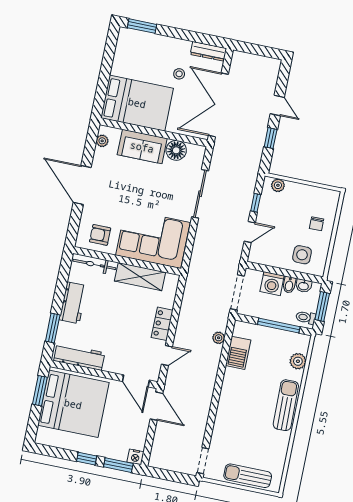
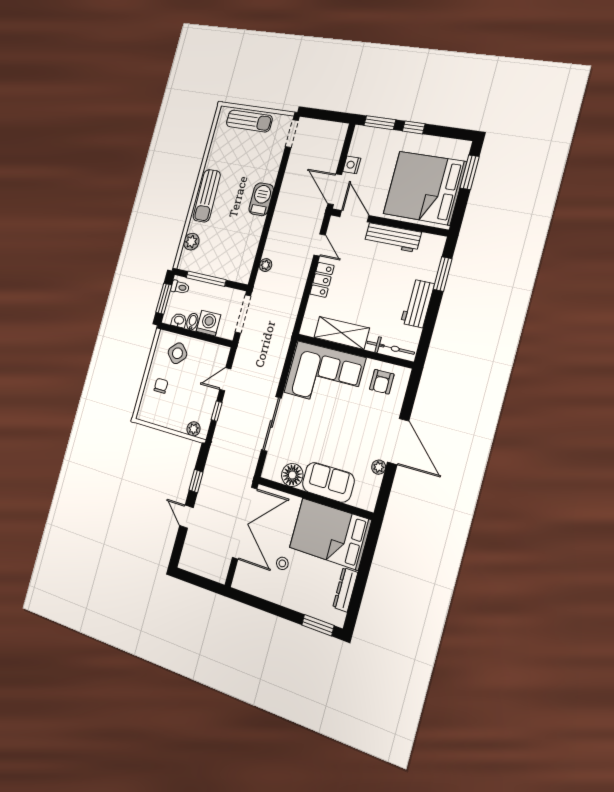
dresser: (208, 51) -> (345, 590), moved, turned -90
plant: (102, 141) -> (379, 467), moved
armchair: (100, 235) -> (382, 382), turned 90
side table: (302, 255) -> (177, 353), turned 45
barbecue: (238, 353) -> (261, 199), moved
door: (167, 355) -> (320, 245), swing flipped
workbench: (79, 357) -> (393, 237), moved
window: (40, 391) -> (470, 172), moved
nightstand: (135, 457) -> (352, 165), moved, turned -90

